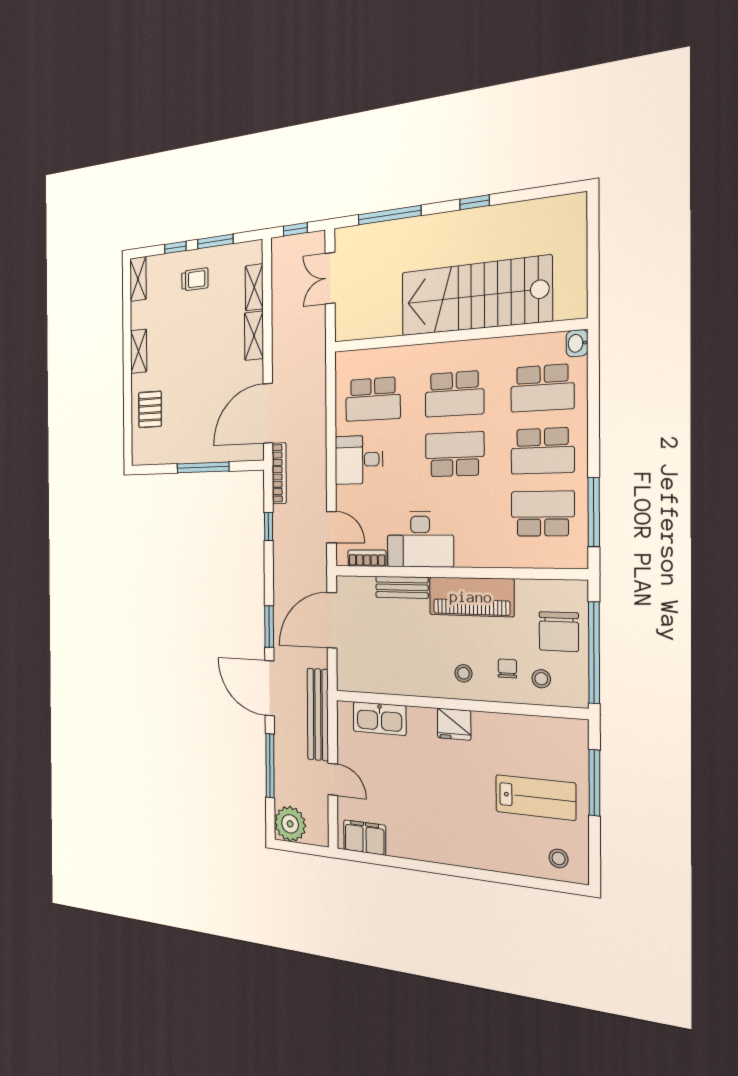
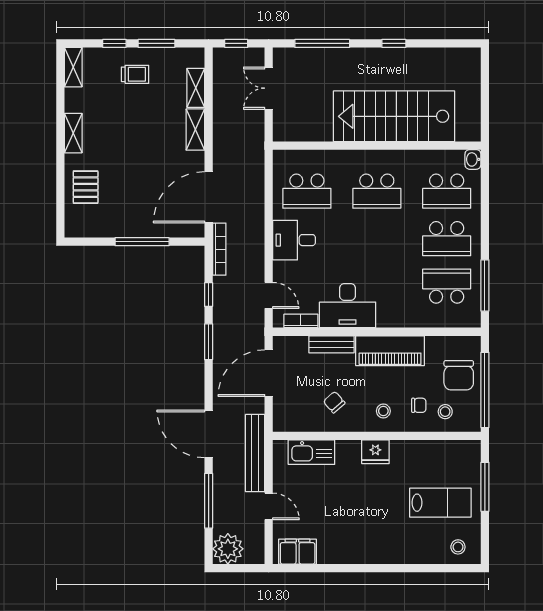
school desk: (455, 454) -> (377, 239), removed
window: (269, 627) -> (209, 342), moved
chair: (405, 659) -> (334, 402), added
chair: (507, 669) -> (419, 405), turned 90

